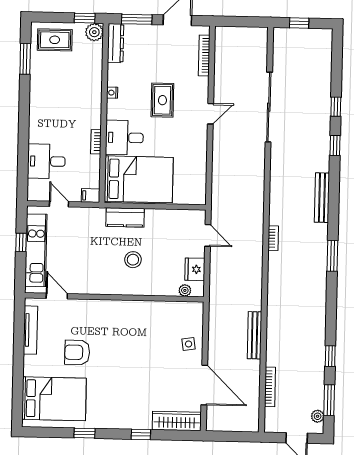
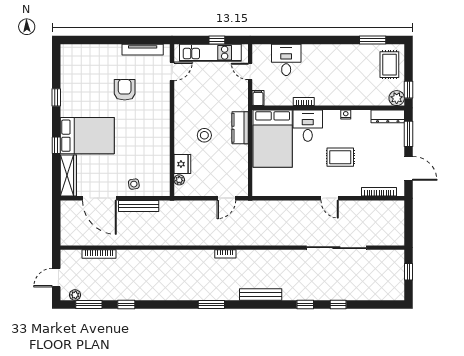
door: (59, 204) -> (250, 71), swing flipped
fridge: (195, 269) -> (182, 164), moved, turned 90
bench: (255, 335) -> (139, 206), moved
door: (204, 385) -> (99, 198), hinge flipped
bed: (54, 399) -> (87, 136), moved, turned -90

